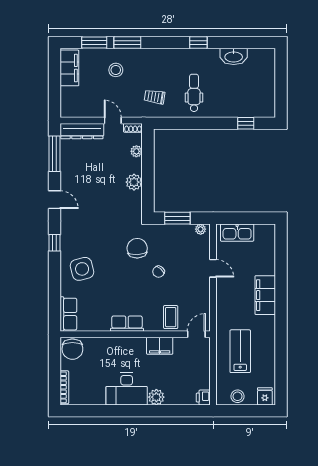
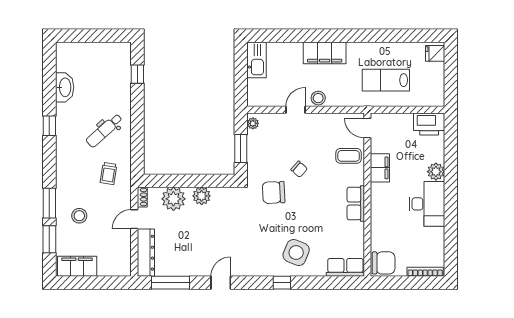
dental chair: (194, 93) -> (104, 130), turned -42
plant: (136, 151) -> (173, 199), width x1.88, depth x1.88
kitchen sink: (237, 233) -> (256, 60), moved
window: (54, 243) -> (282, 283), moved
side table: (82, 269) -> (296, 253), turned 36
stool: (238, 396) -> (318, 98), moved
printer: (203, 398) -> (429, 124), width x1.87, depth x1.48

